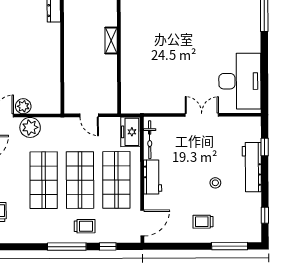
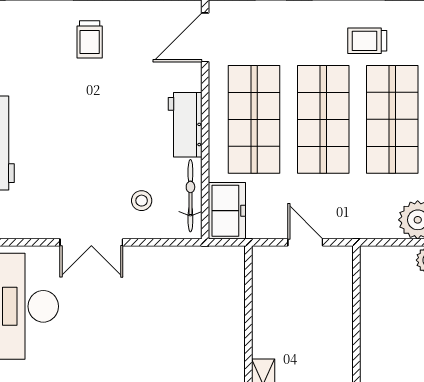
stool: (215, 183) -> (142, 201), moved
trolley: (203, 222) -> (90, 39), turned 90
trolley: (85, 226) -> (367, 41), moved

